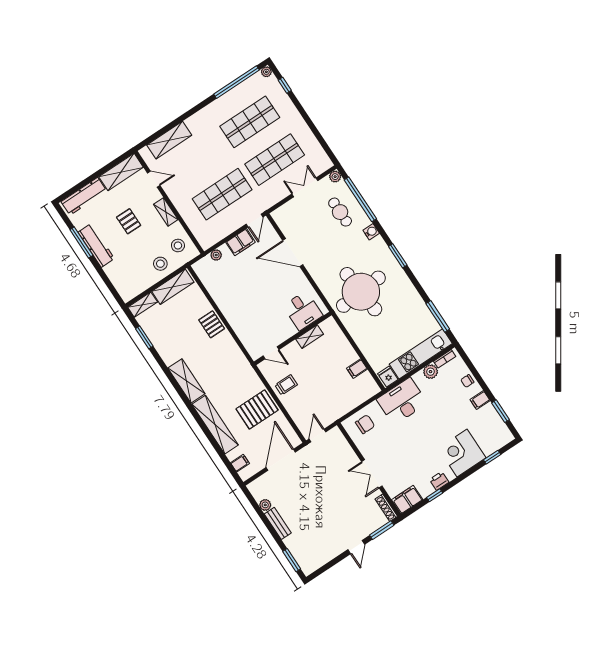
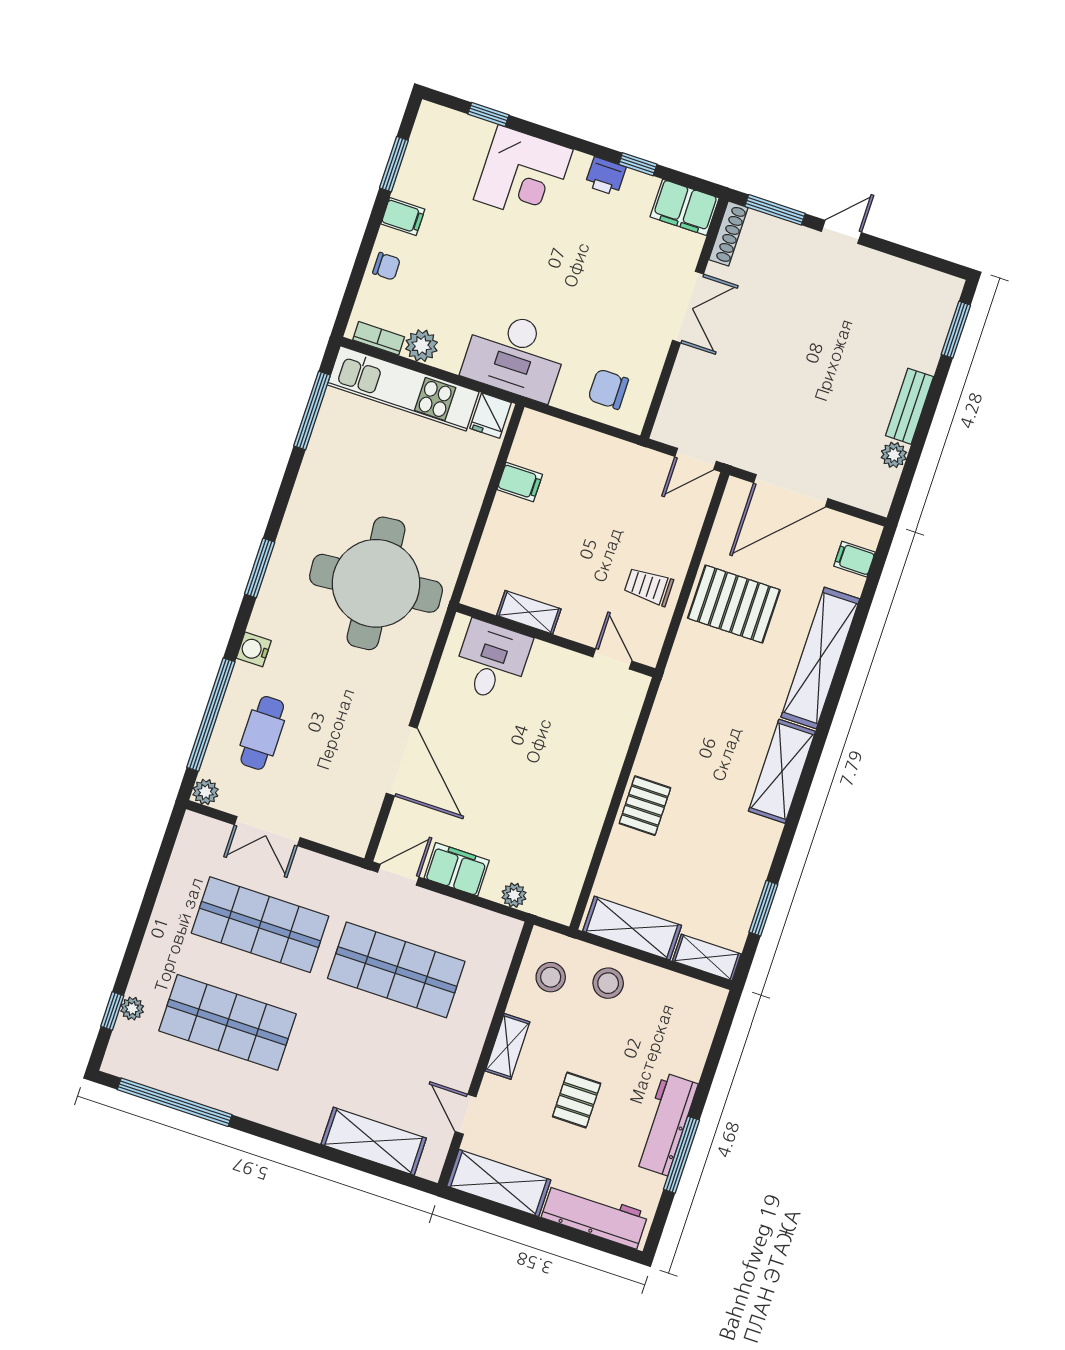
plant: (266, 72) -> (132, 1009), moved

